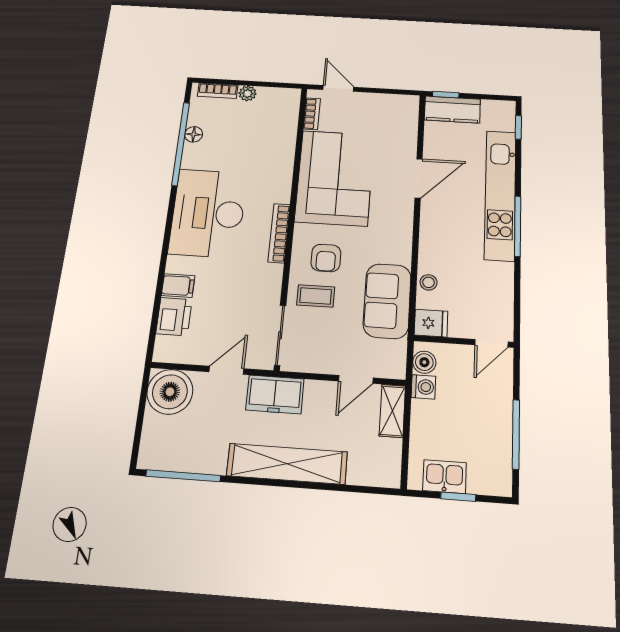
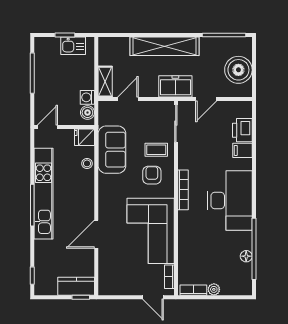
bookcase: (218, 91) -> (193, 290), moved
kitchen unit: (500, 195) -> (44, 194), moved
boiler: (170, 392) -> (238, 70), moved

